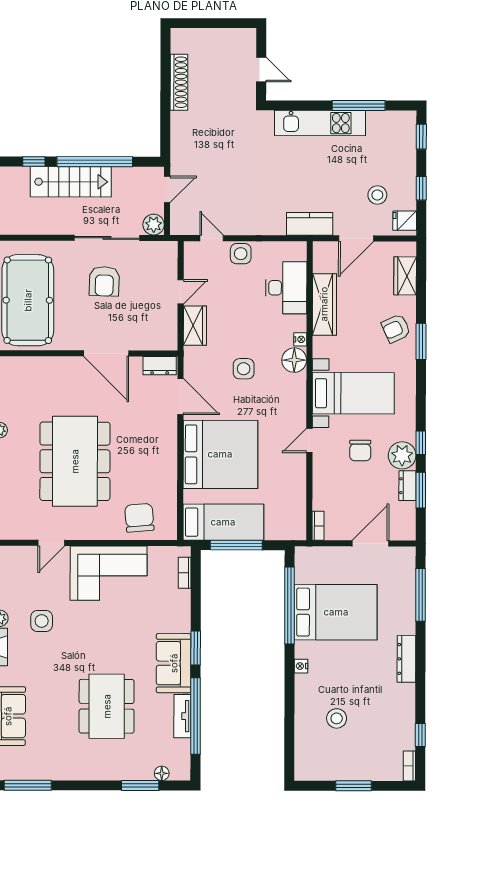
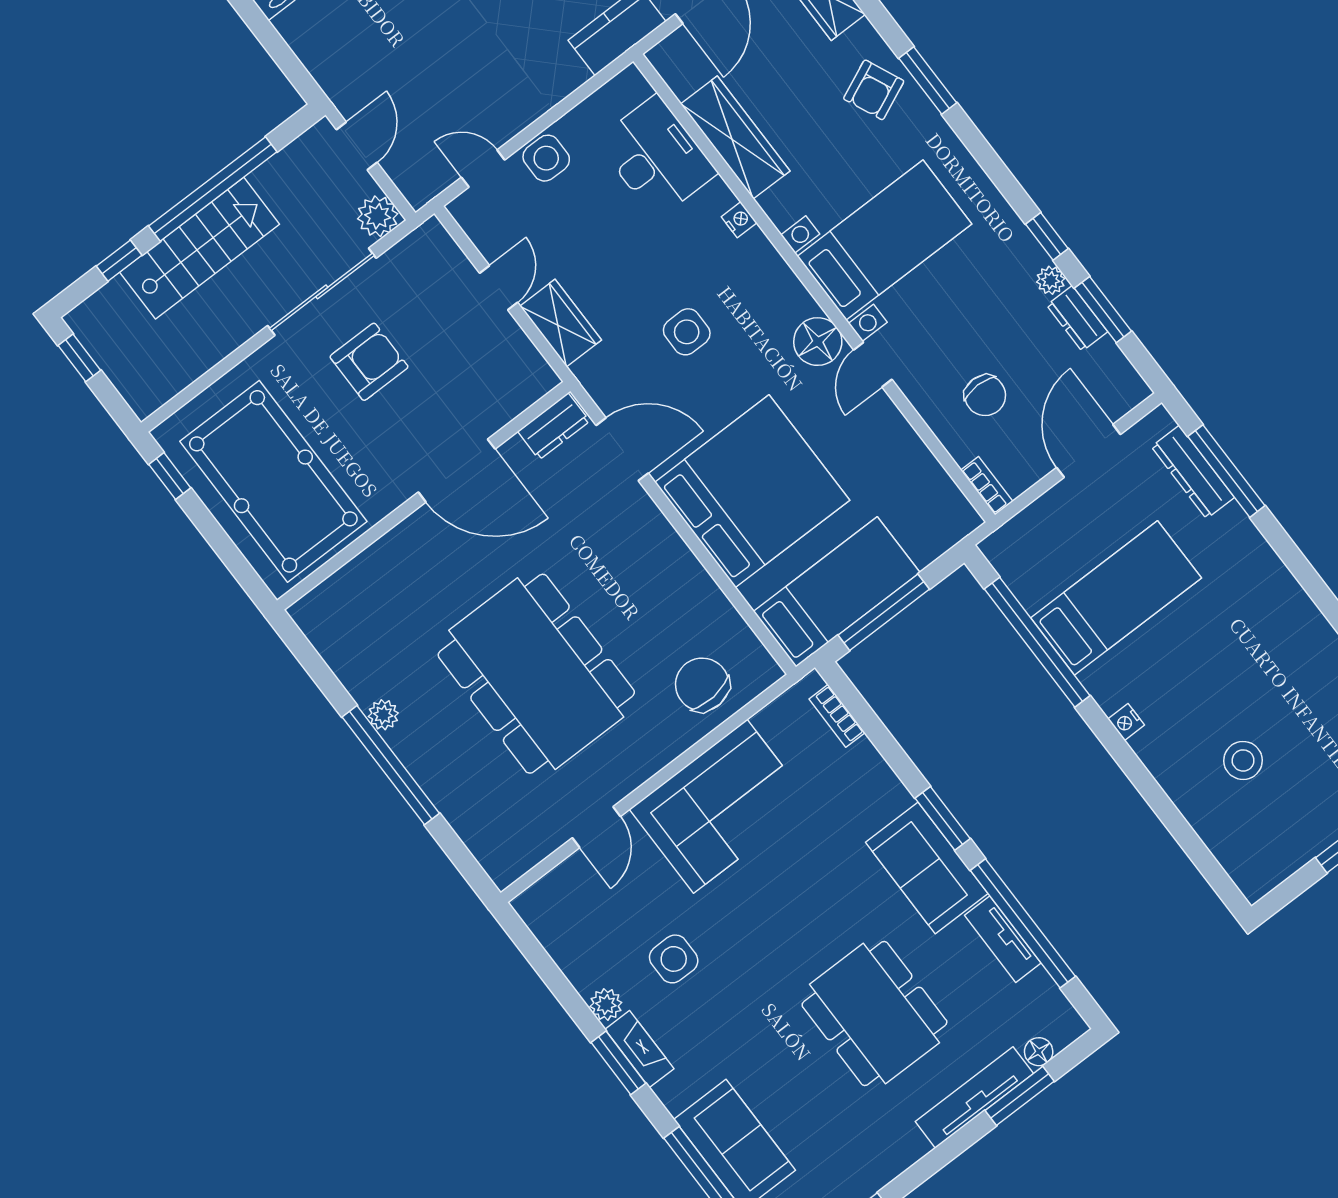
armchair: (104, 281) -> (369, 362), turned -92
floor lamp: (294, 360) -> (818, 342), moved
chair: (360, 450) -> (985, 395), moved
plant: (402, 455) -> (1051, 280), width x0.53, depth x0.53
bed: (336, 612) -> (1116, 598), width x0.67
dresser: (406, 659) -> (1193, 472), moved
tv unit: (121, 772) -> (974, 1098), added

